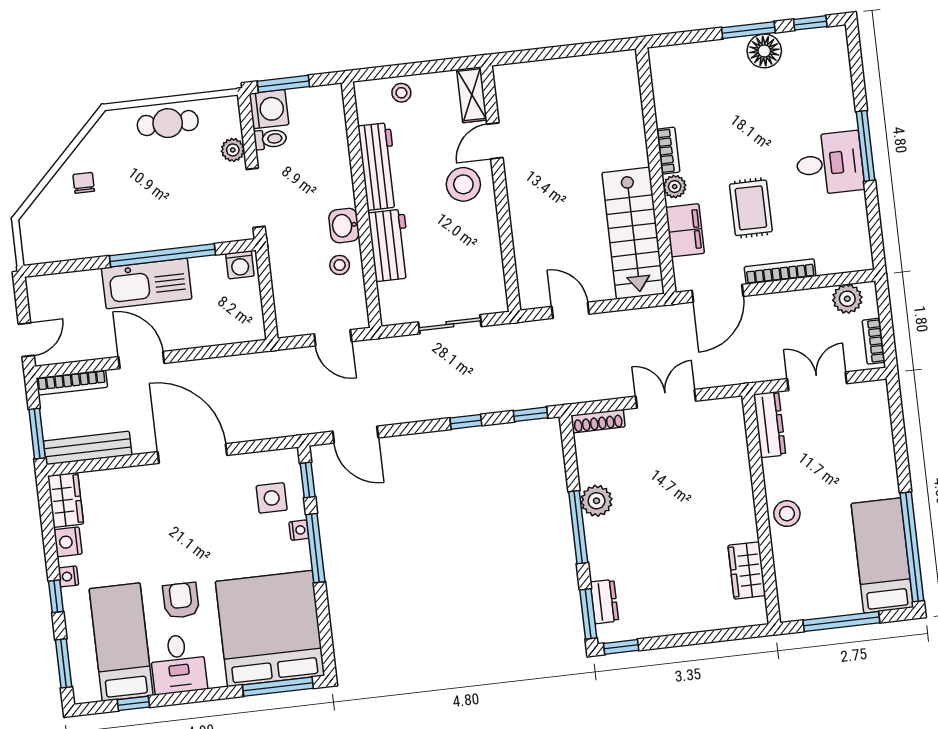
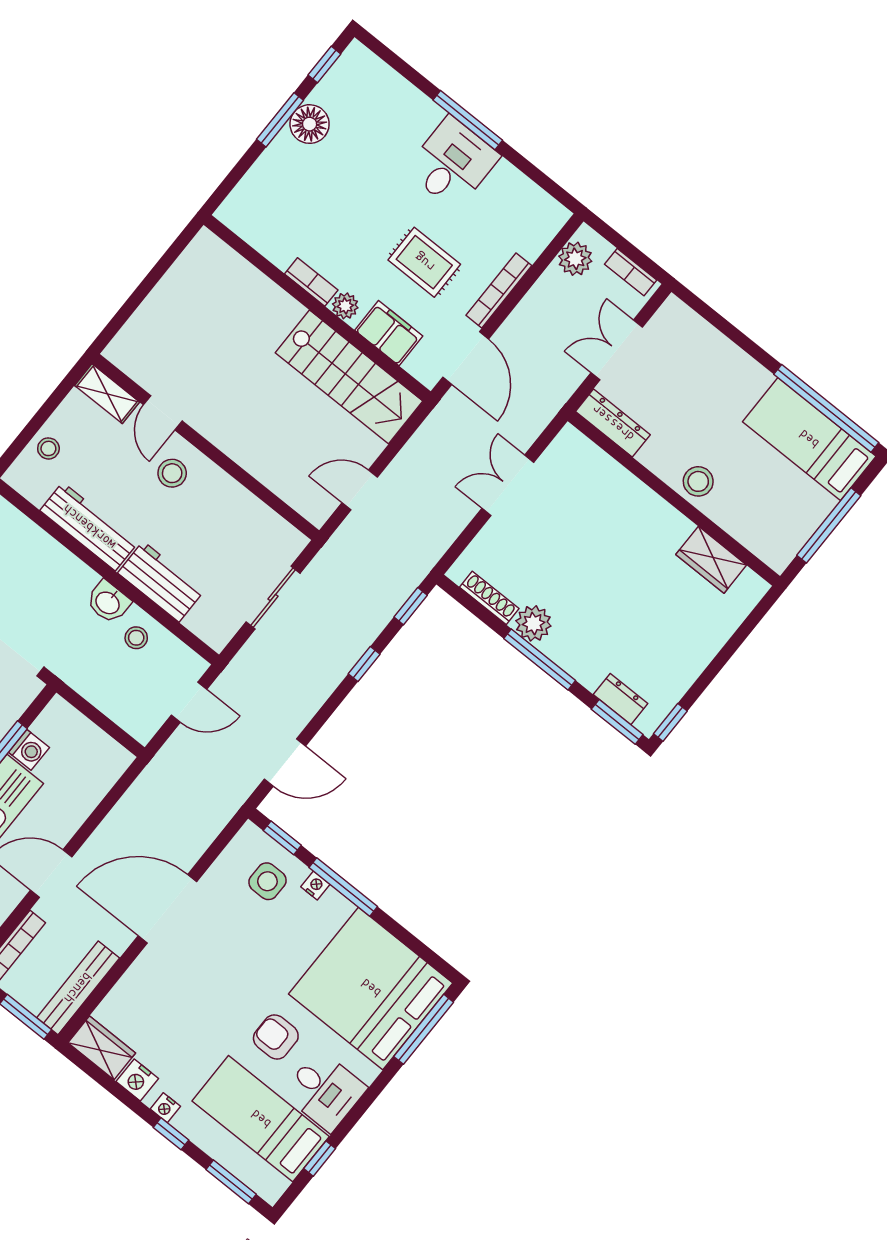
stool: (463, 184) -> (172, 473), width x0.73, depth x0.73
washing machine: (240, 265) -> (29, 750), moved
shoe rack: (598, 421) -> (489, 598), moved, turned -90

